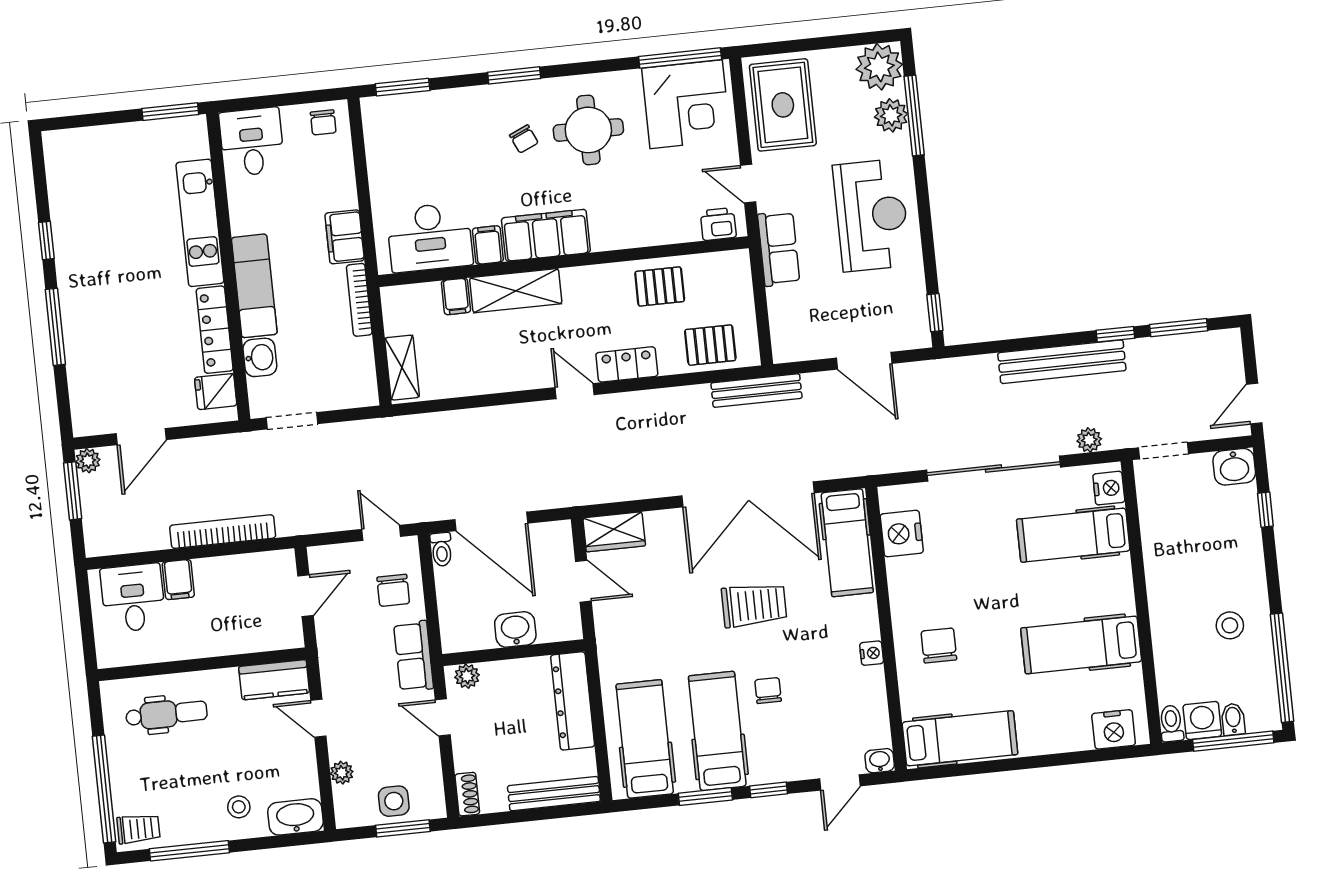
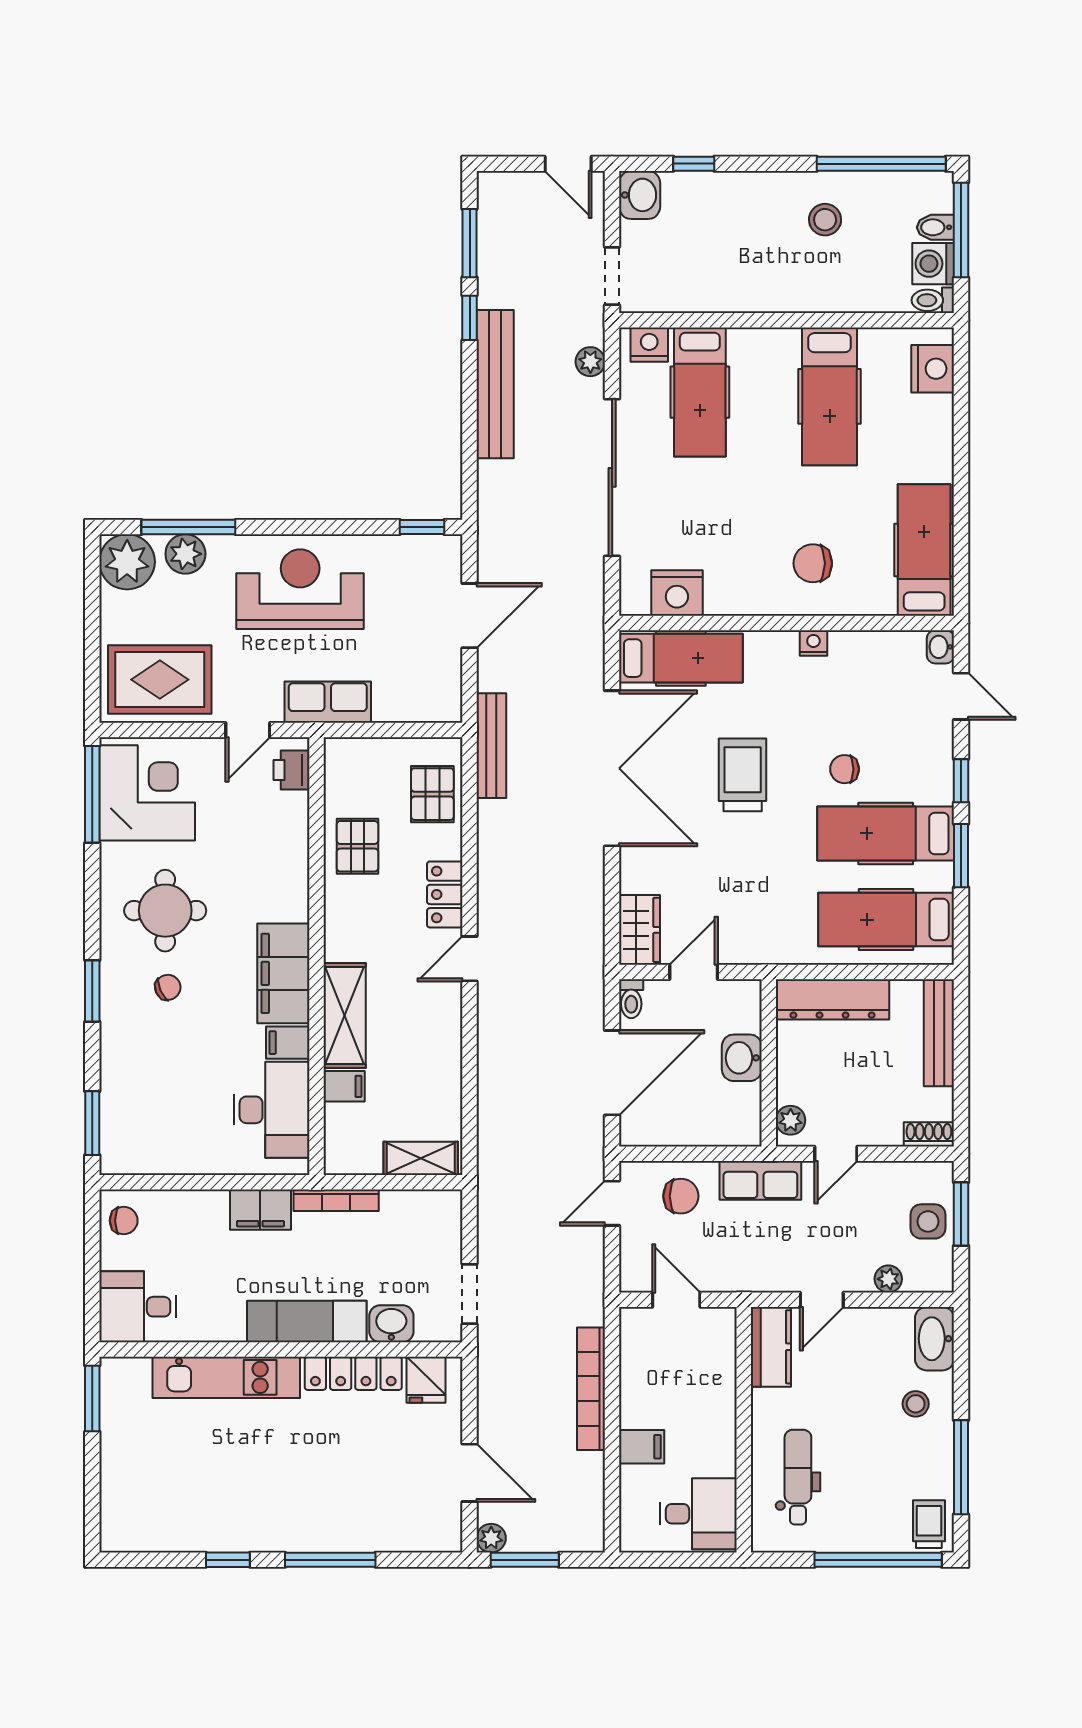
toilet: (441, 549) -> (631, 999), moved, turned 90
desk: (133, 598) -> (698, 1514), moved, turned 180

